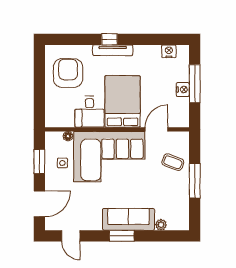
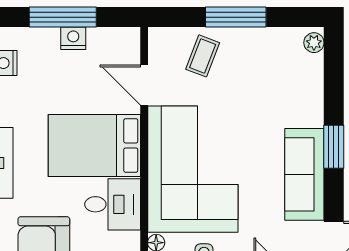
sofa: (128, 219) -> (304, 174), moved
plant: (161, 225) -> (314, 43), moved

